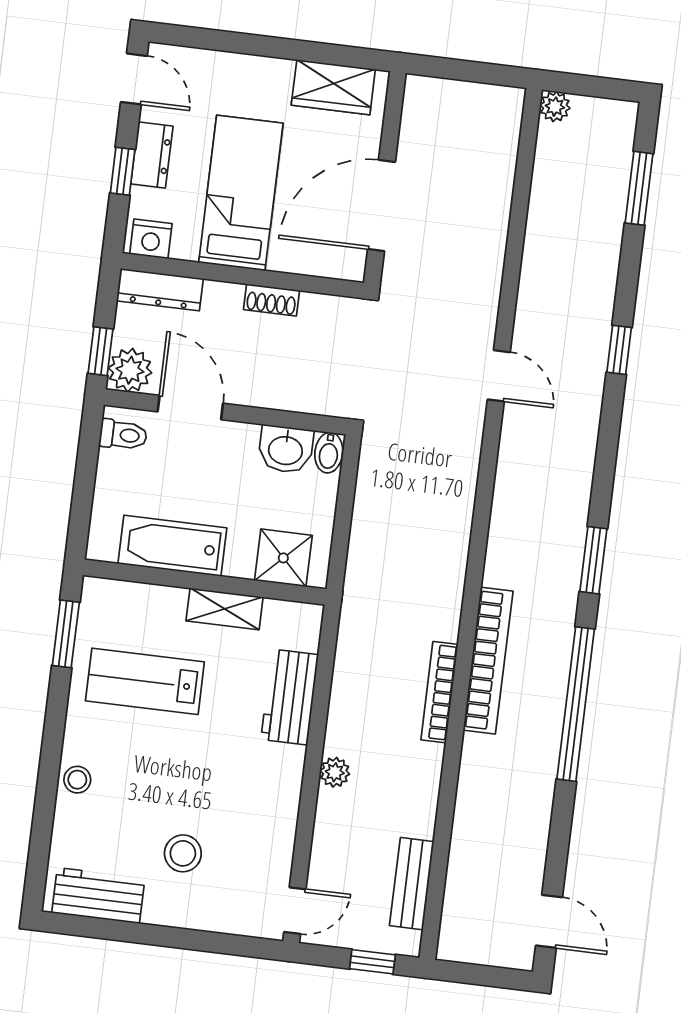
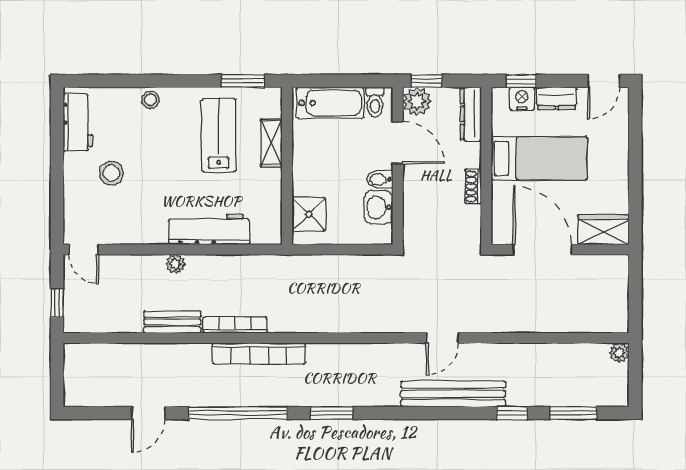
wardrobe: (333, 87) -> (603, 230), moved, turned 90
window: (123, 171) -> (521, 81), moved
nightstand: (151, 239) -> (522, 99), moved, turned 90
window: (619, 350) -> (512, 413), moved
bench: (587, 370) -> (453, 394), added
door: (190, 407) -> (398, 143), hinge flipped
bidet: (329, 453) -> (380, 179), moved
bathtub: (172, 546) -> (330, 103), moved, turned 90
shelving: (225, 609) -> (271, 143), moved
workbench: (290, 697) -> (209, 229), width x1.38
bench: (412, 884) -> (172, 322), moved
door: (549, 921) -> (148, 413), moved

